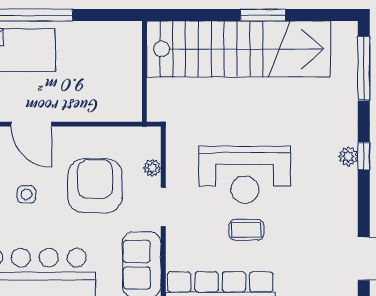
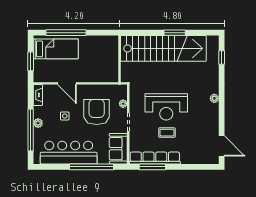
window: (364, 68) -> (222, 57), width x0.46
window: (364, 156) -> (222, 98), removed

